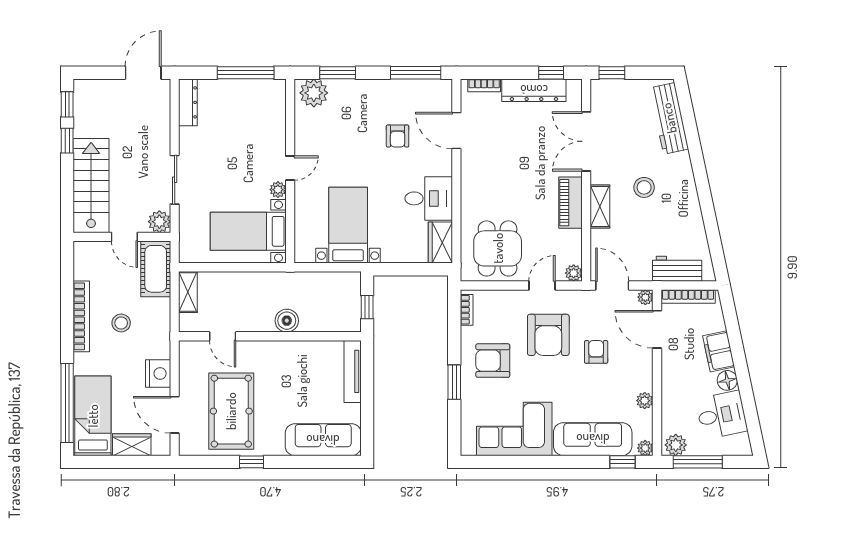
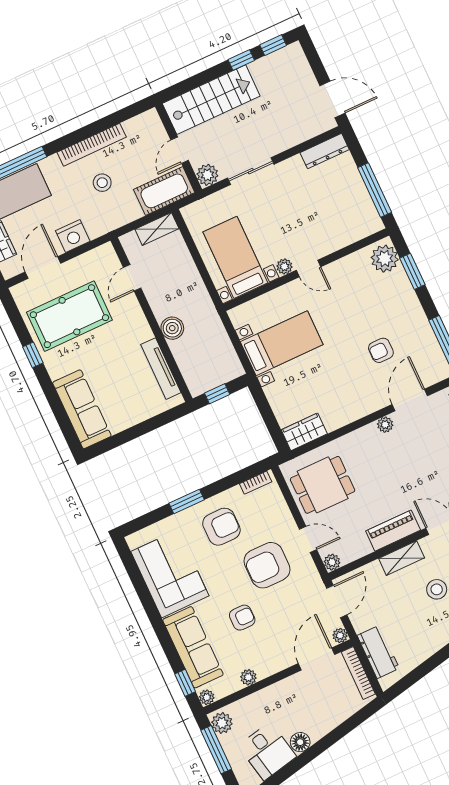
plant: (469, 164) -> (385, 425), added
desk: (429, 198) -> (338, 403), removed
filing cabinet: (719, 351) -> (322, 723), removed
armchair: (596, 352) -> (242, 618), moved
armchair: (493, 361) -> (221, 527), turned 90
tv unit: (353, 371) -> (161, 369), moved, turned -90

